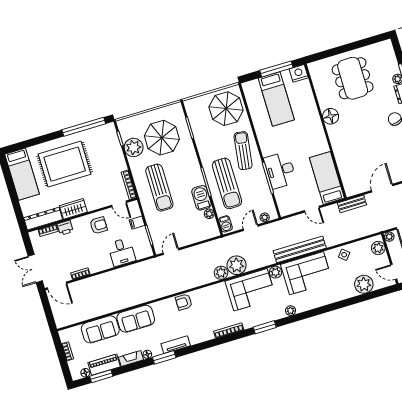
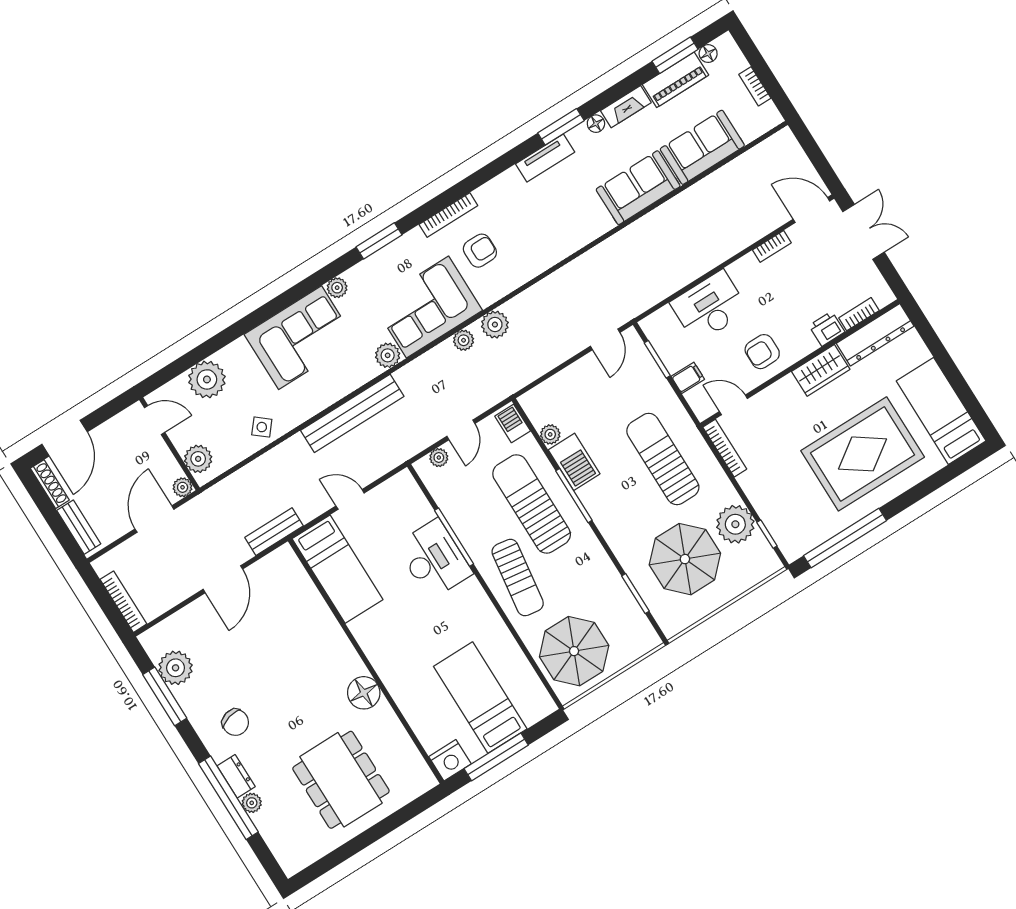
desk: (122, 252) -> (709, 307), width x1.37
plant: (237, 265) -> (464, 340), width x0.53, depth x0.53
corner sofa: (307, 273) -> (300, 338), moved, turned 180
armchair: (184, 302) -> (480, 251), moved

